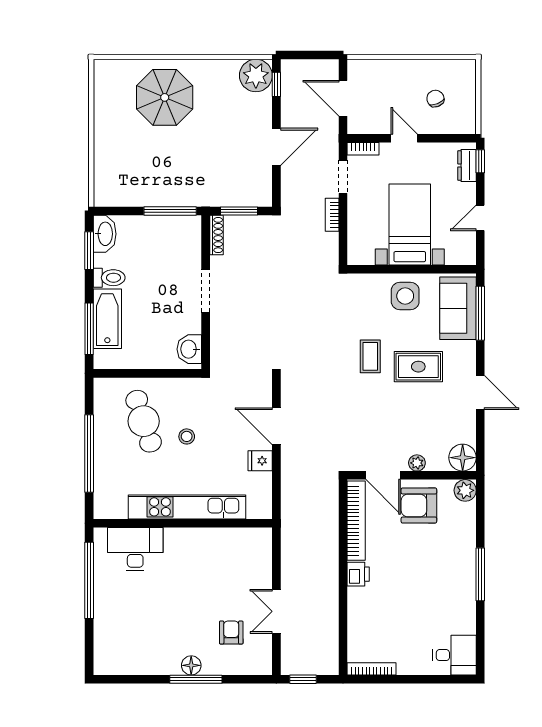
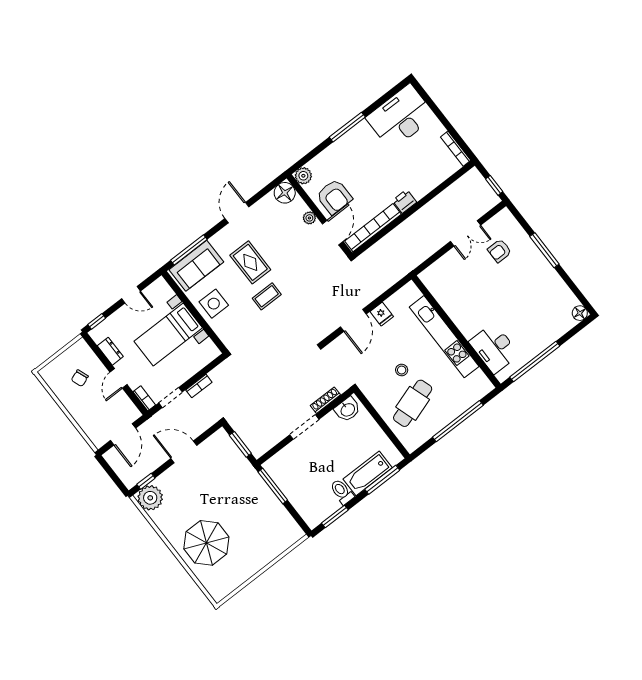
dresser: (467, 165) -> (110, 351), moved, turned -90
washbasin: (105, 234) -> (317, 515), removed
shoe rack: (217, 235) -> (325, 400), moved
desk: (455, 655) -> (401, 117), width x1.87, depth x1.30
floor lamp: (191, 665) -> (580, 313), moved

